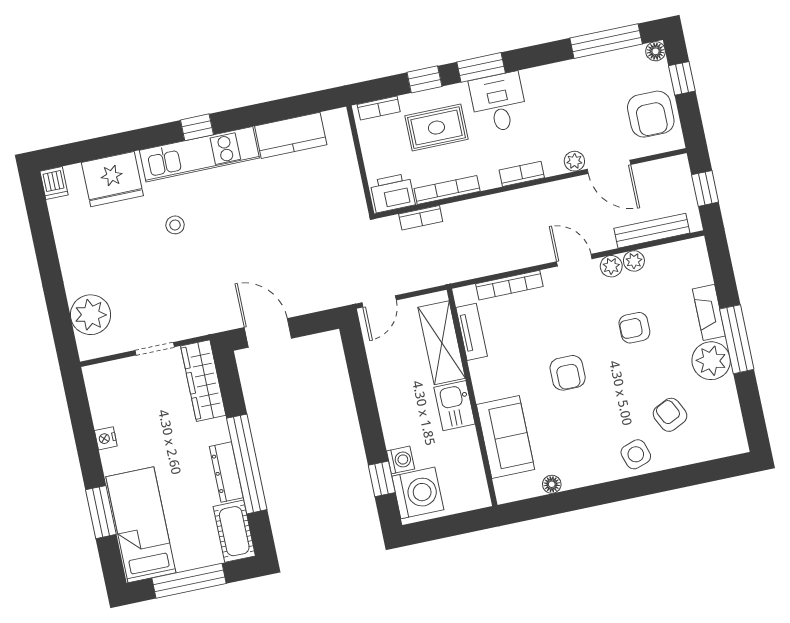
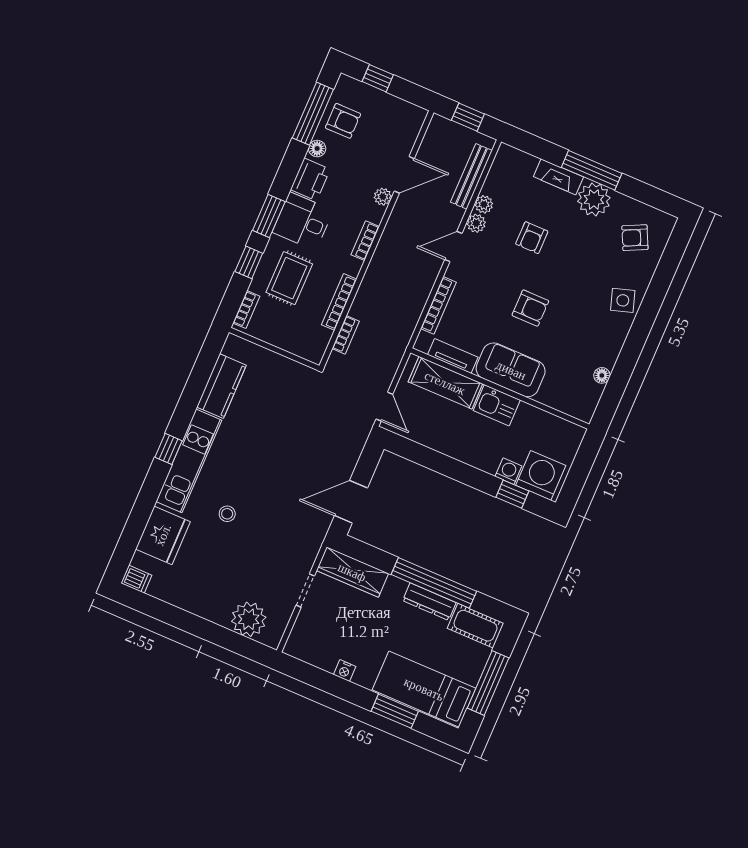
floor lamp: (656, 51) -> (317, 149), moved
armchair: (651, 114) -> (343, 121), moved, width x0.72, depth x0.72
printer: (393, 193) -> (310, 179), moved, turned 180
armchair: (670, 415) -> (635, 238), moved
sofa: (506, 437) -> (511, 370), moved

